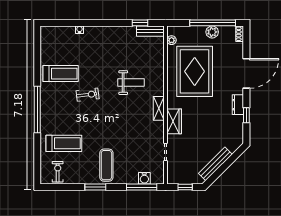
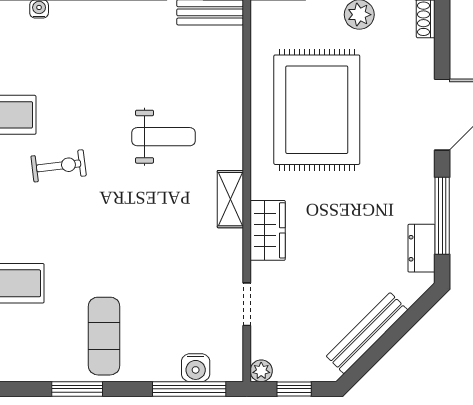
plant: (172, 40) -> (261, 371), moved
dresser: (238, 105) -> (422, 248), moved
window: (246, 115) -> (442, 216), width x2.17

